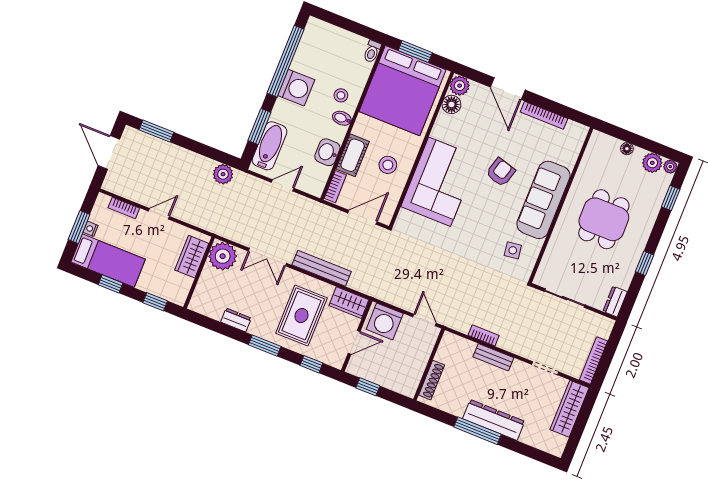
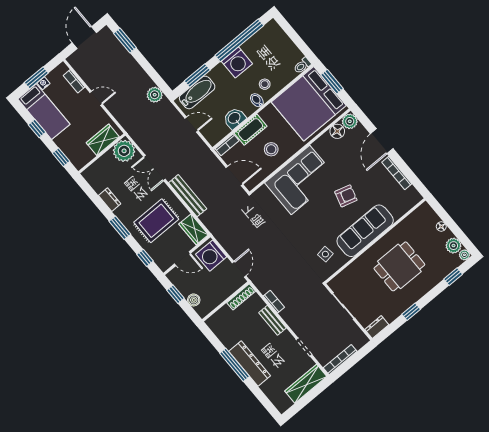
shoe rack: (432, 380) -> (241, 297), moved
boiler: (392, 382) -> (194, 300), added

